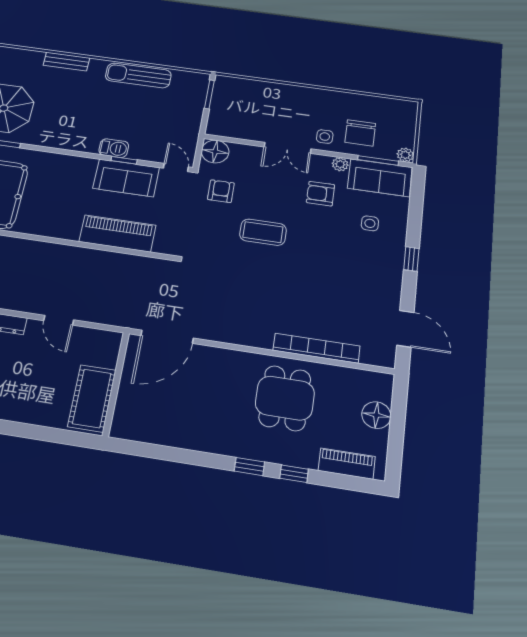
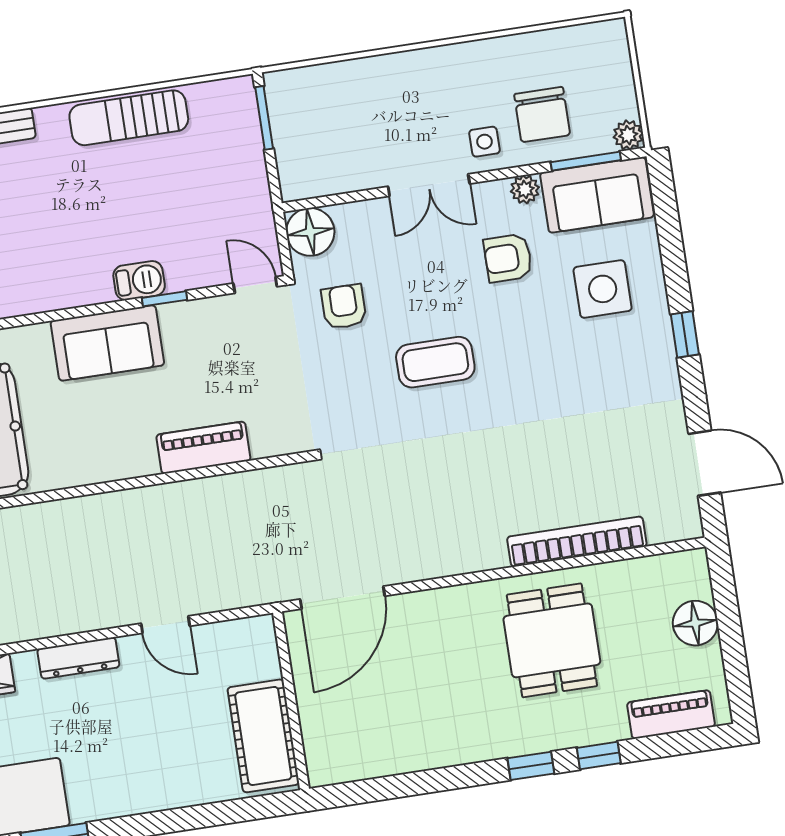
sofa: (126, 178) -> (107, 343), moved
side table: (370, 223) -> (603, 289), width x1.87, depth x1.87
piano: (117, 233) -> (203, 448), width x0.73, depth x0.75

